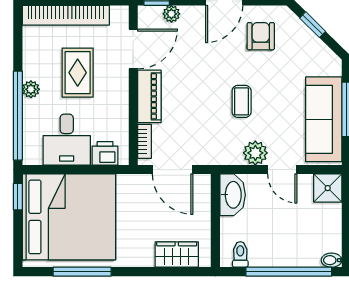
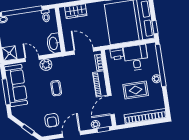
rug: (78, 73) -> (136, 90), turned 90

